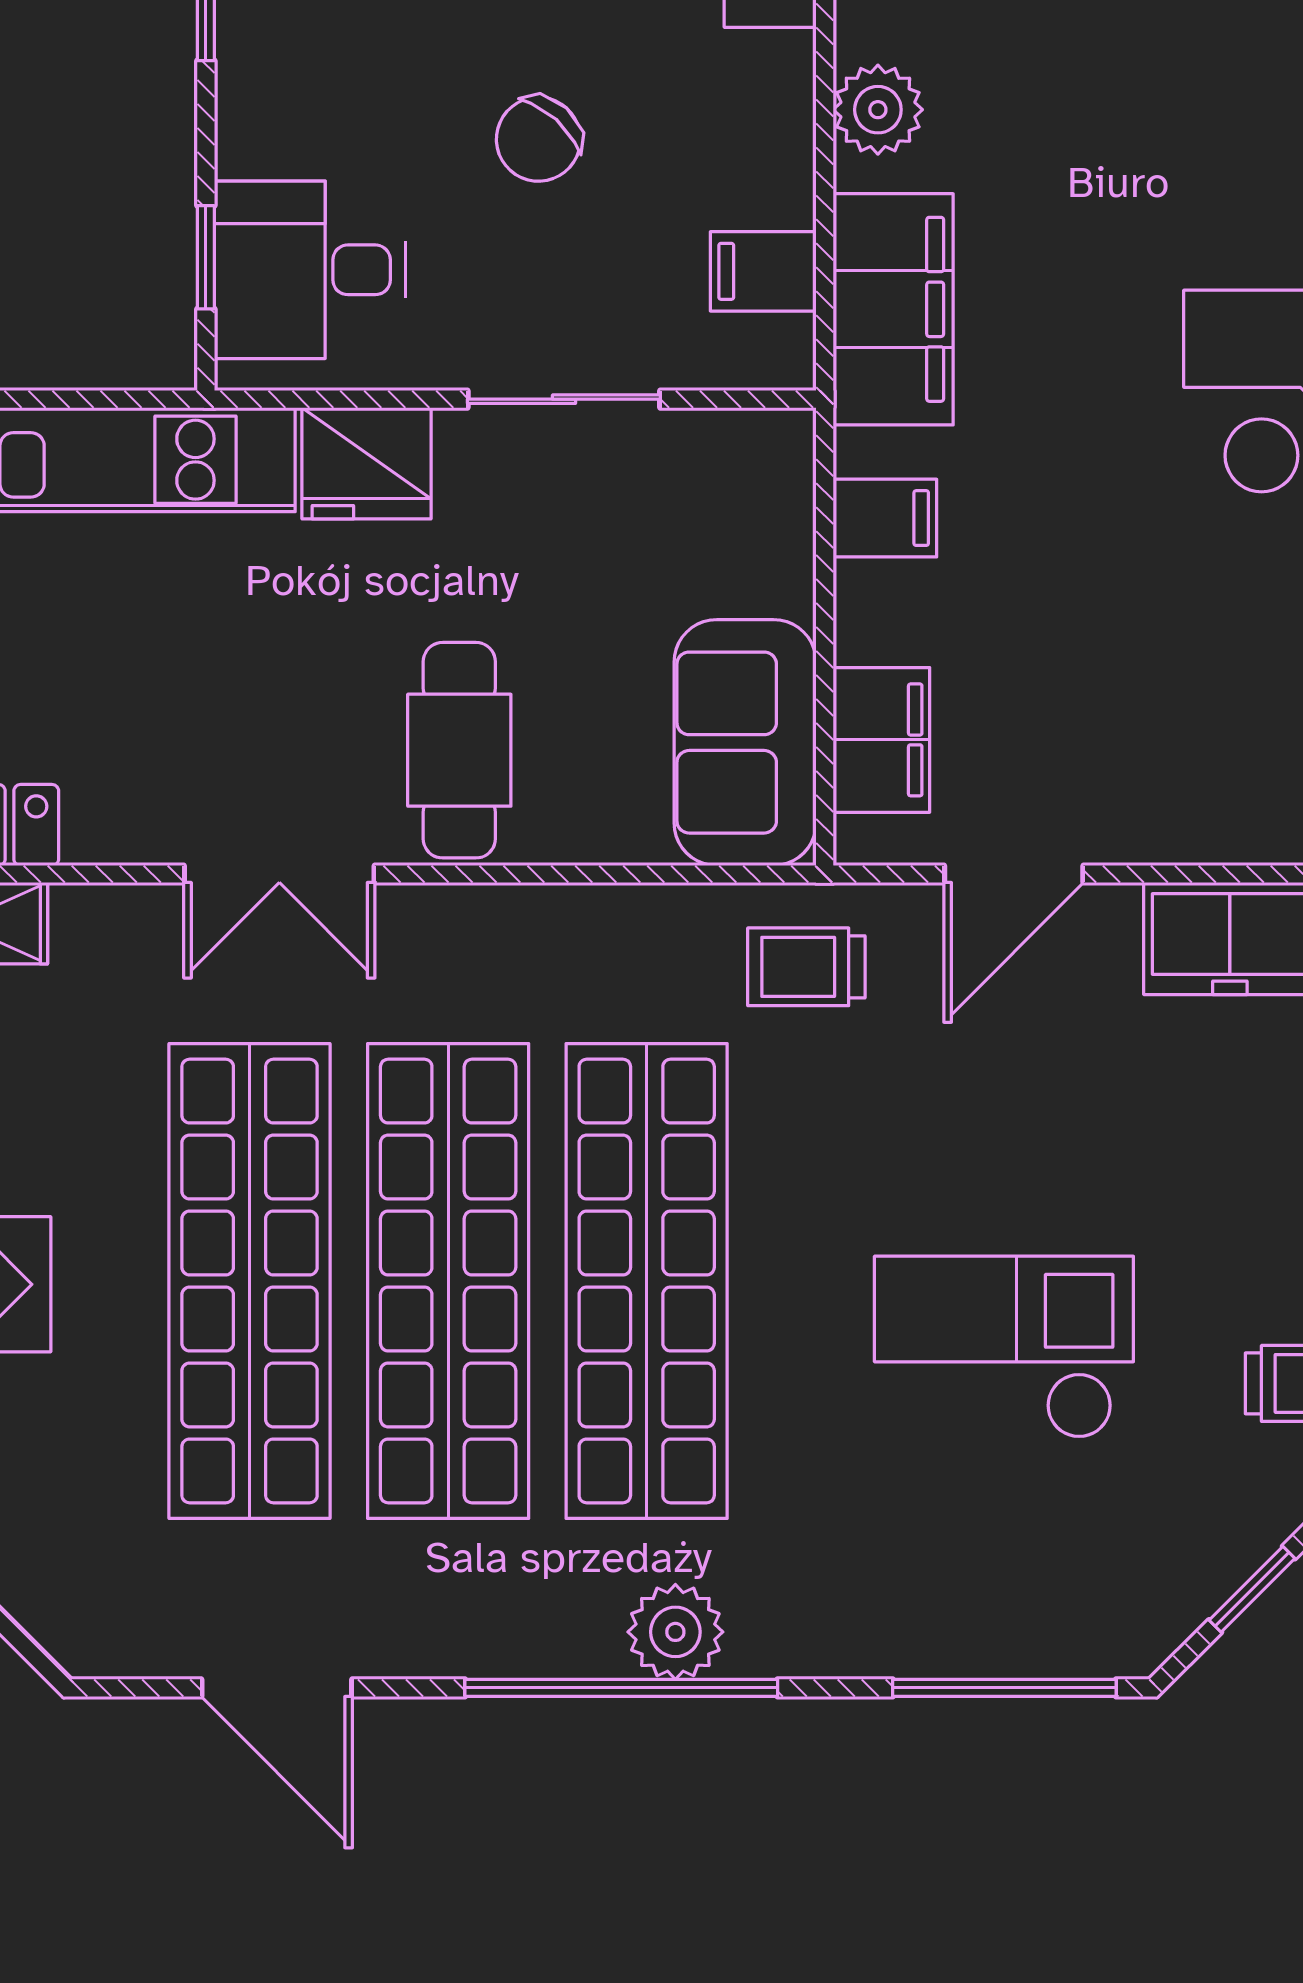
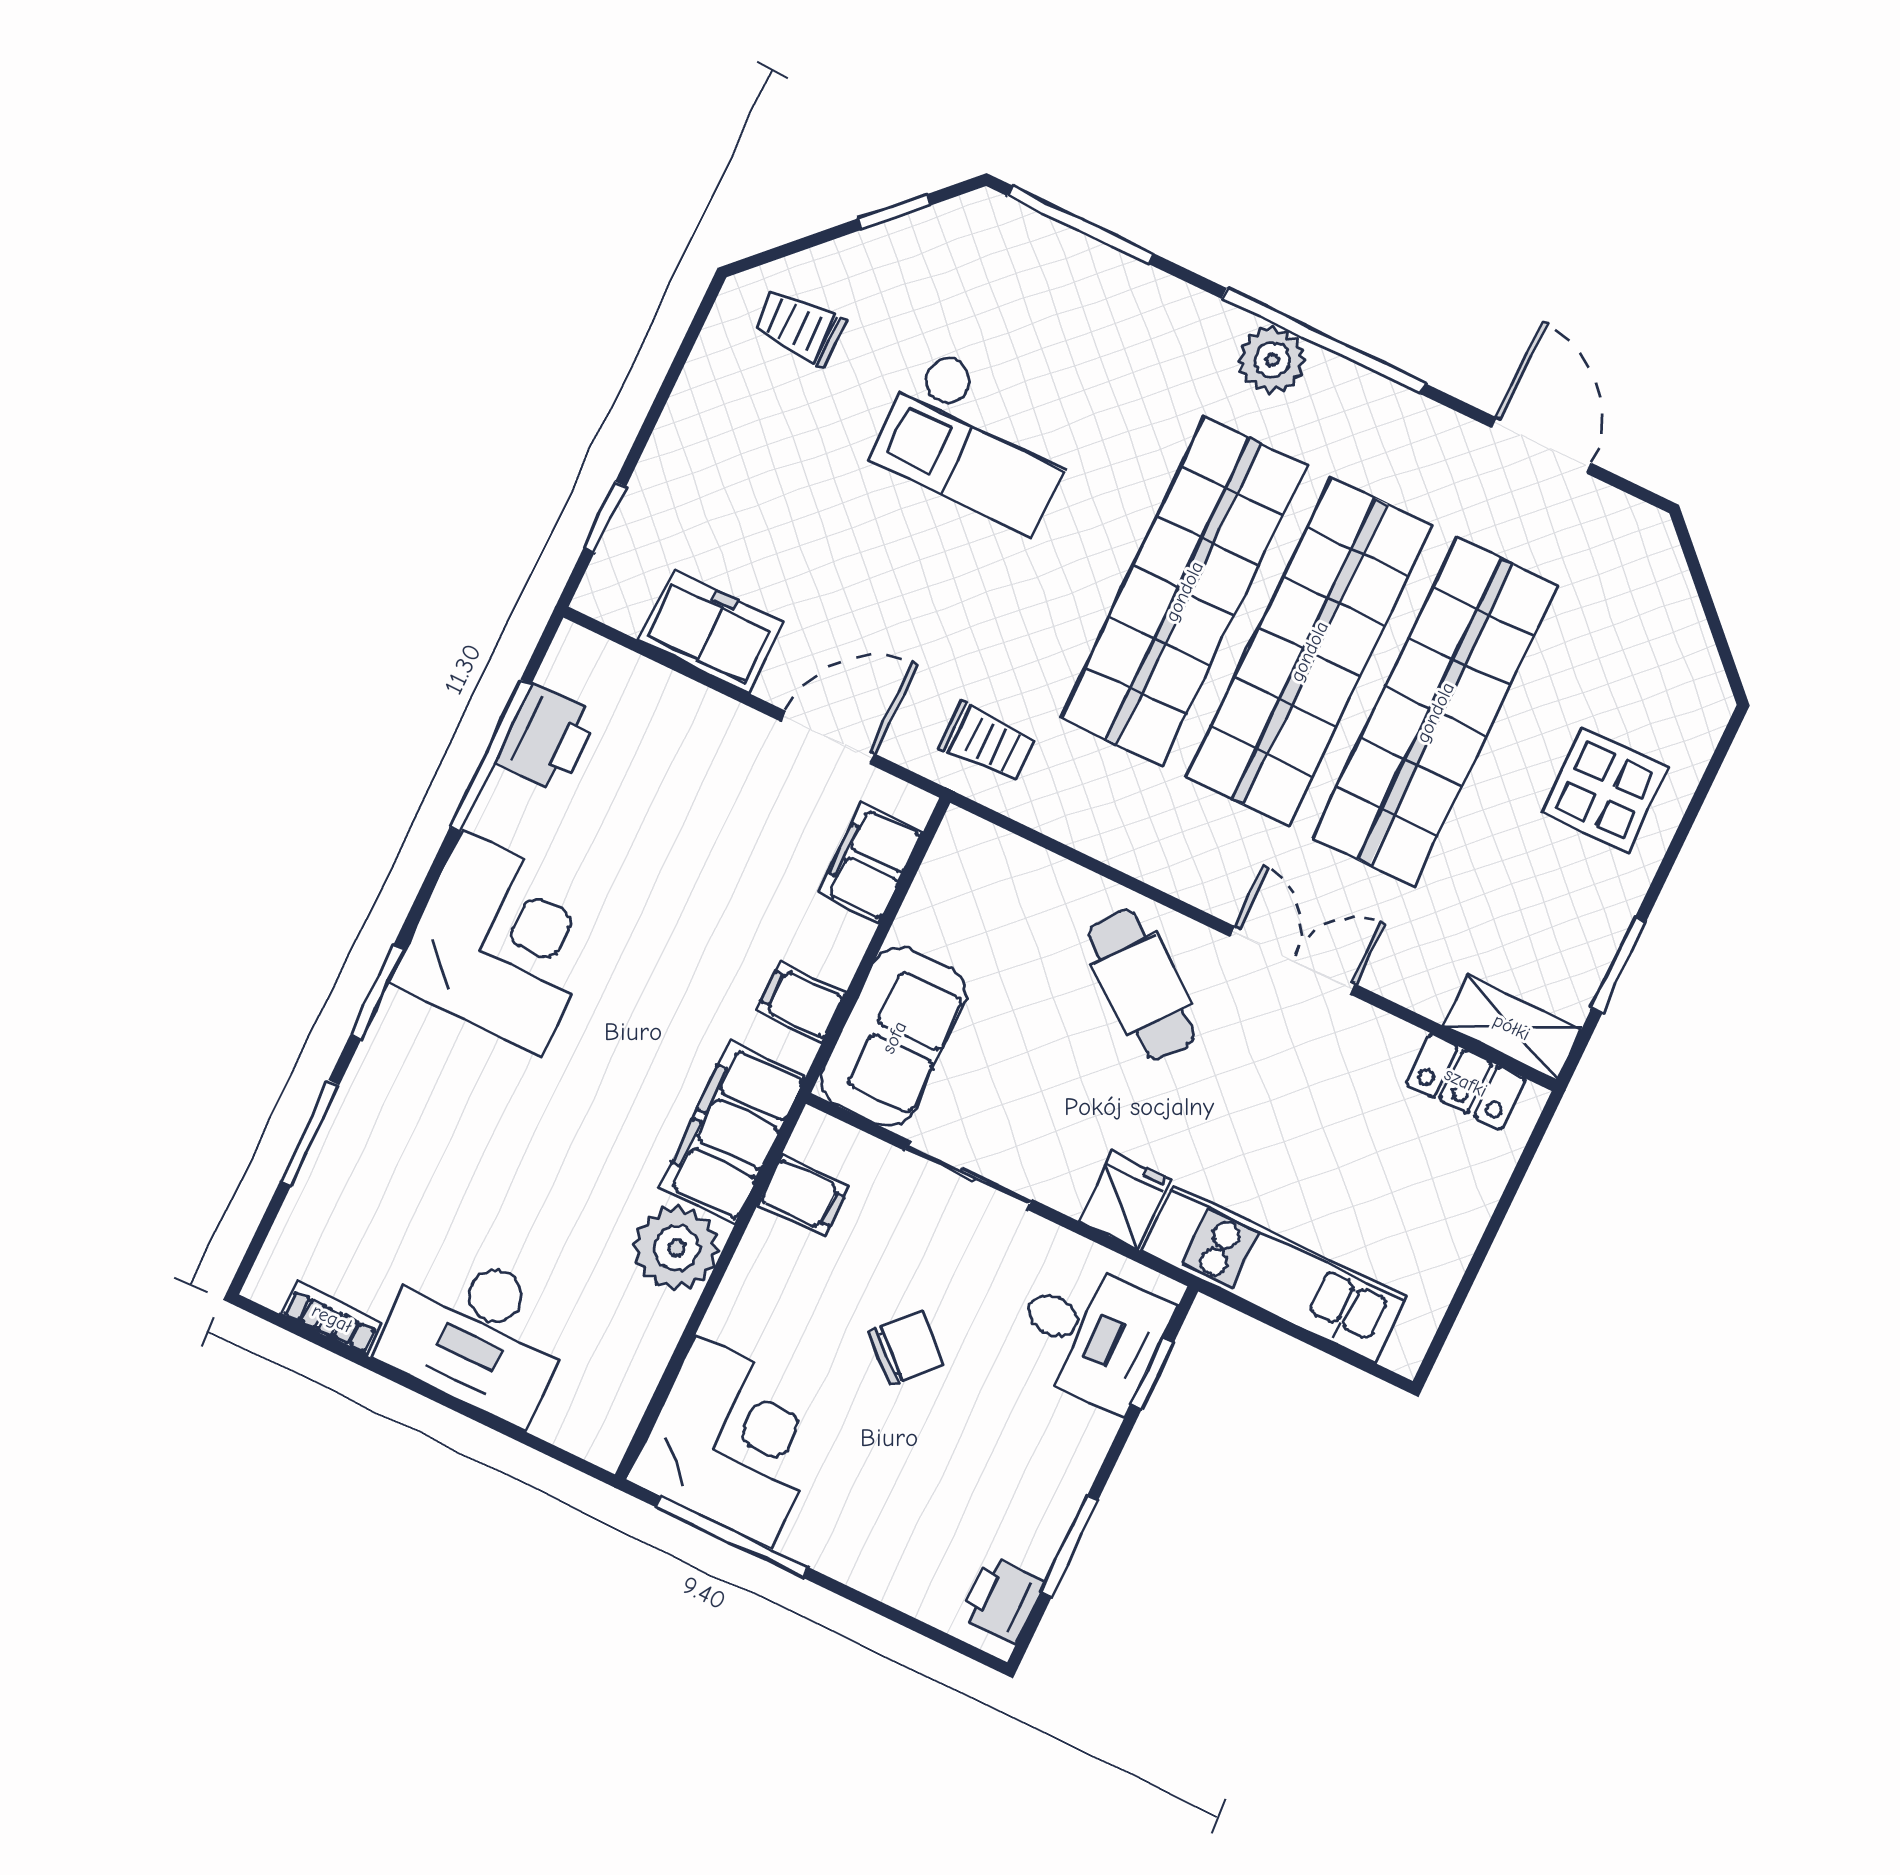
plant: (878, 110) -> (676, 1248), width x1.36, depth x1.36
fridge: (366, 463) -> (1124, 1200), width x0.72
sofa: (745, 743) -> (894, 1037), moved
cafe table: (459, 750) -> (1141, 984), turned -52

